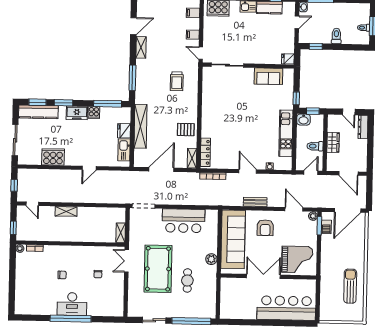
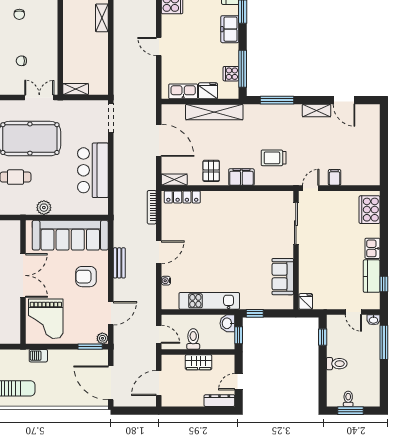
filing cabinet: (193, 13) -> (241, 177), moved, width x2.00
cooker: (94, 112) -> (231, 74), moved
barbecue: (326, 227) -> (38, 356), moved

